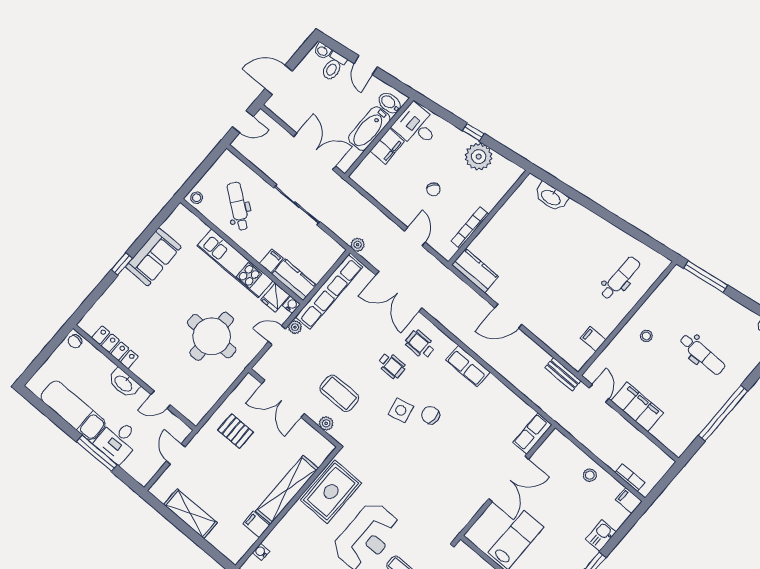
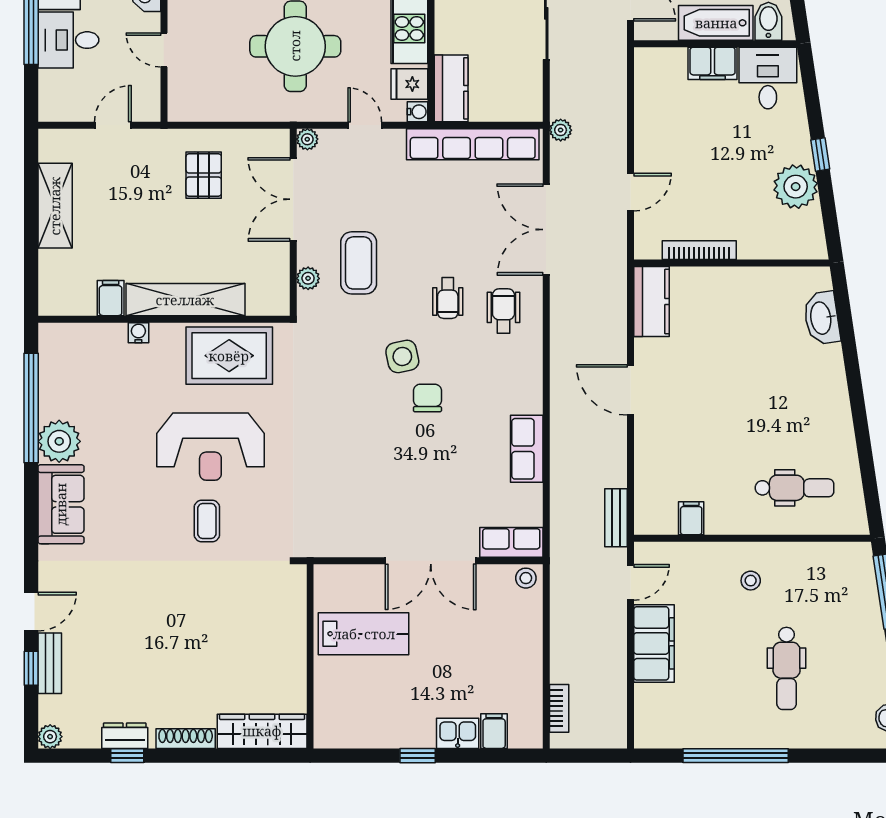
chair: (433, 189) -> (708, 165), removed
filing cabinet: (271, 261) -> (450, 41), removed
plant: (295, 327) -> (307, 139), moved
row of seats: (468, 366) -> (527, 449), moved
stool: (590, 475) -> (526, 578), moved
filing cabinet: (629, 501) -> (494, 731), moved
water cooler: (261, 552) -> (138, 333), moved

